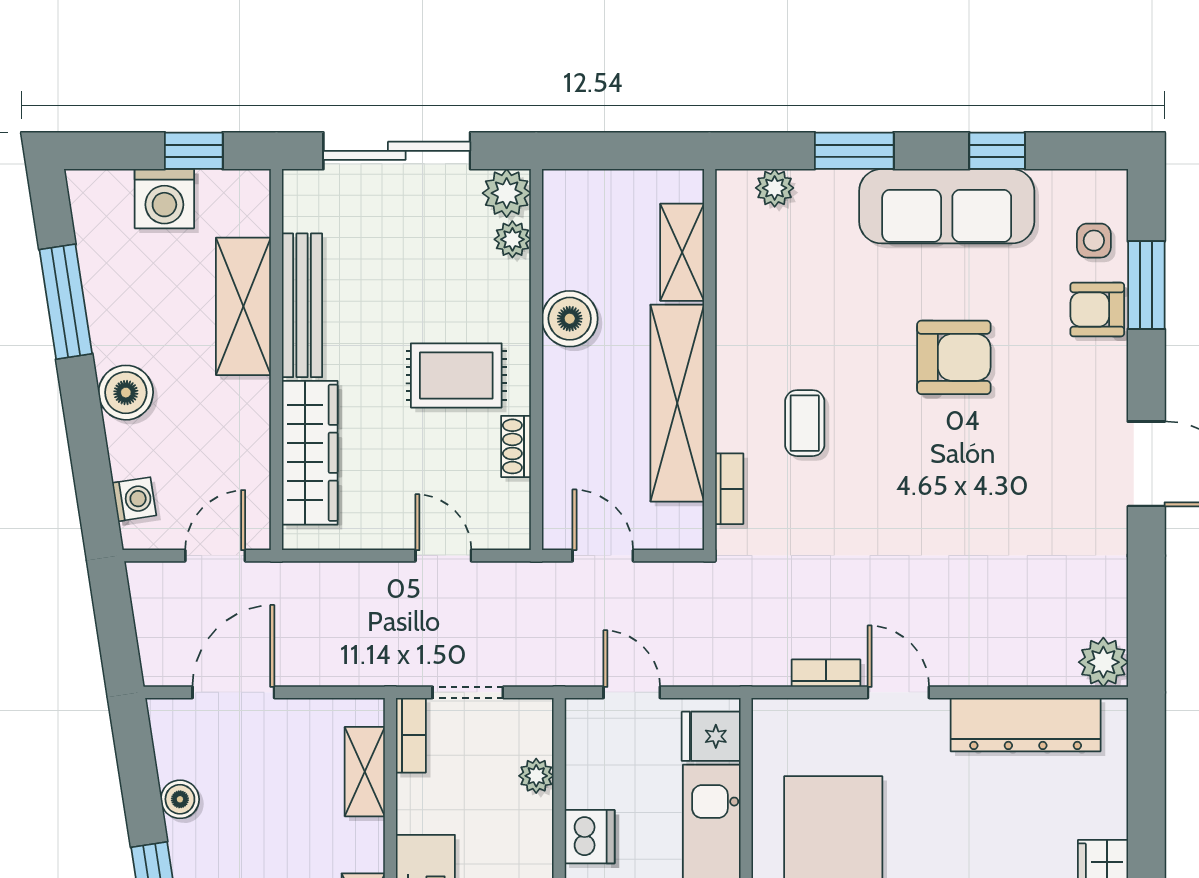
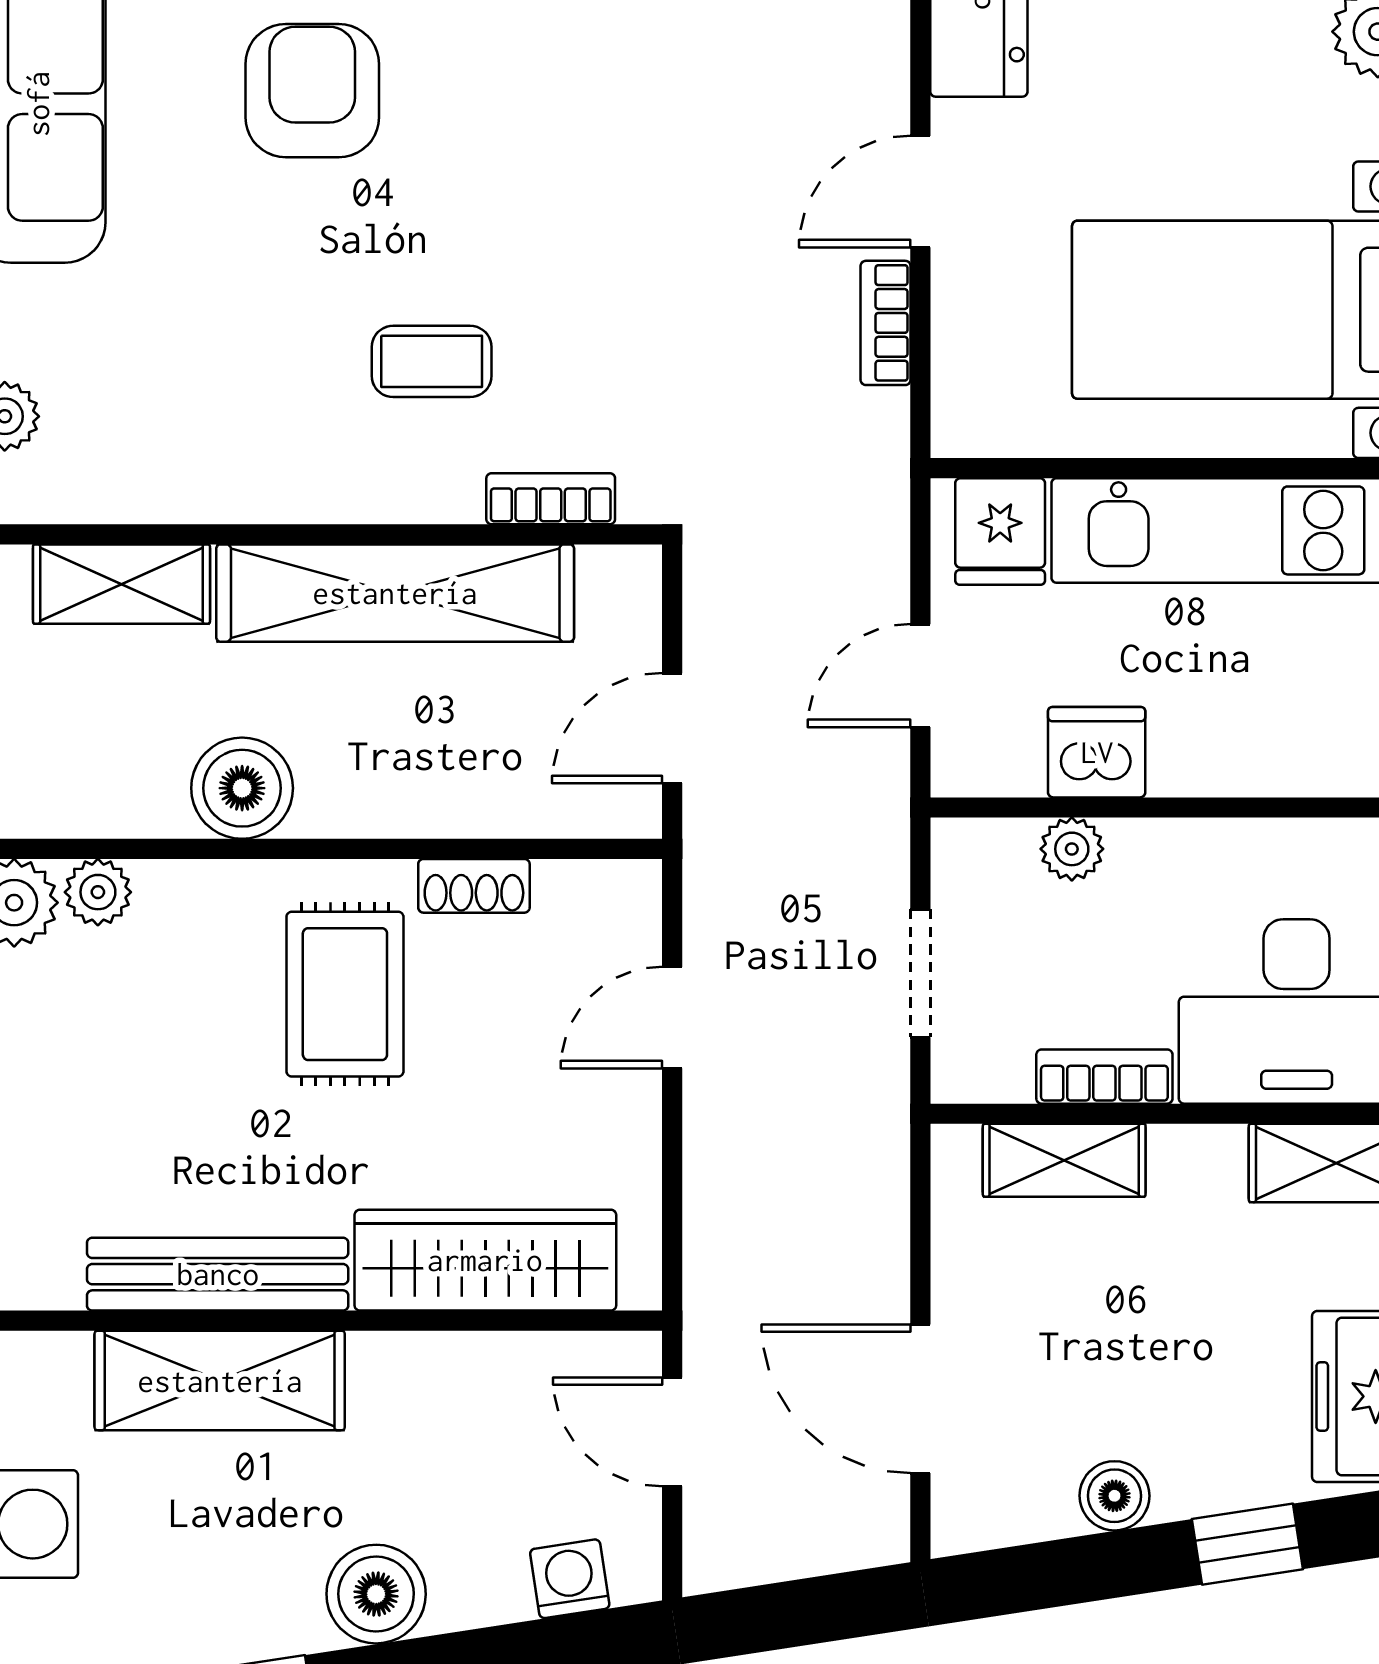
bookcase: (411, 735) -> (1104, 1077), moved
dishwasher: (590, 837) -> (1097, 752), moved

